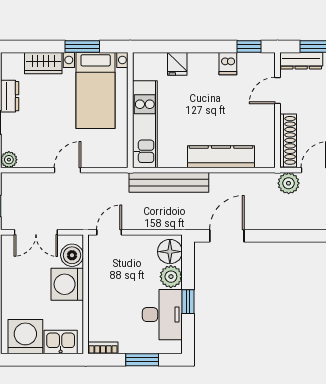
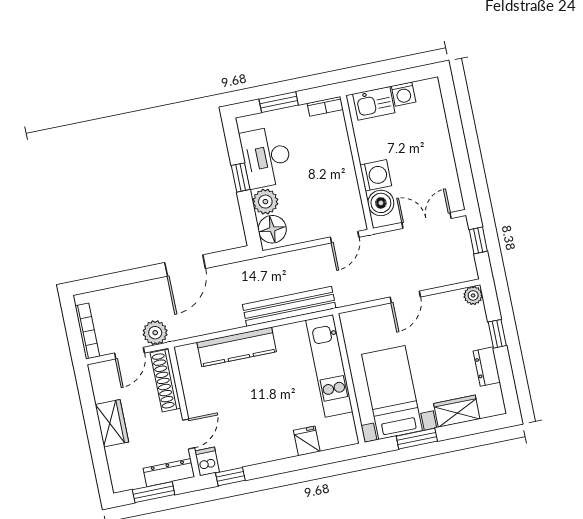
dishwasher: (228, 64) -> (207, 461), moved
door: (227, 236) -> (185, 266), moved
washing machine: (67, 284) -> (376, 175), width x0.73, depth x0.73
washing machine: (25, 337) -> (404, 94), width x0.53, depth x0.53

